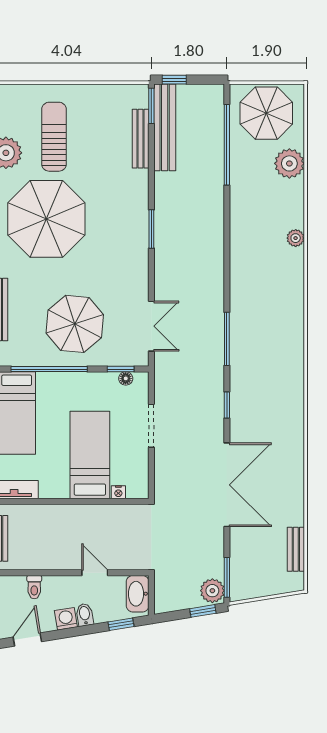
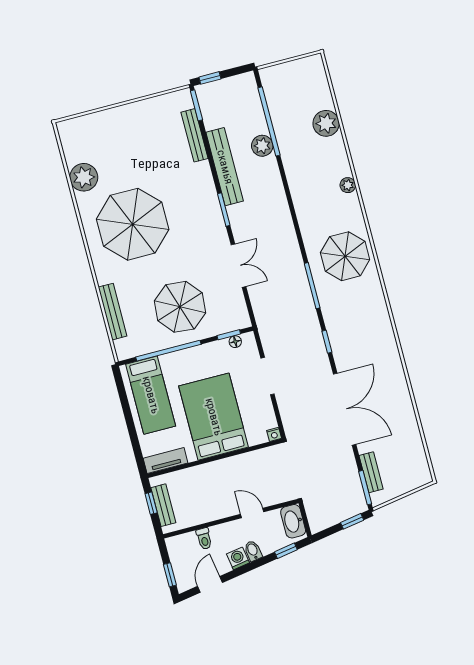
parasol: (266, 113) -> (345, 256), moved
bench: (165, 127) -> (225, 167), moved
sun lounger: (54, 137) -> (121, 153), removed
double door: (151, 326) -> (238, 266), moved
bed: (90, 455) -> (214, 417), width x1.50
nightstand: (118, 492) -> (274, 434), moved
bench: (296, 549) -> (371, 472), moved
plant: (212, 591) -> (262, 146), moved

